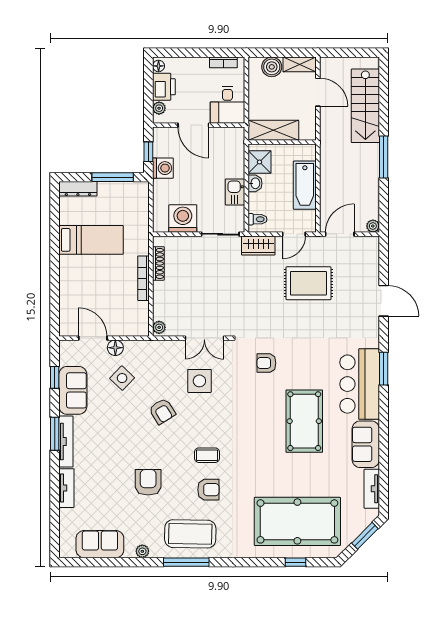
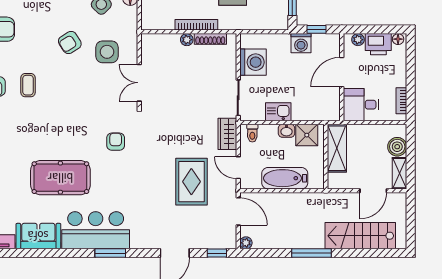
window: (384, 256) -> (217, 253), added
plant: (159, 327) -> (187, 40), moved
side table: (199, 381) -> (107, 52), moved

